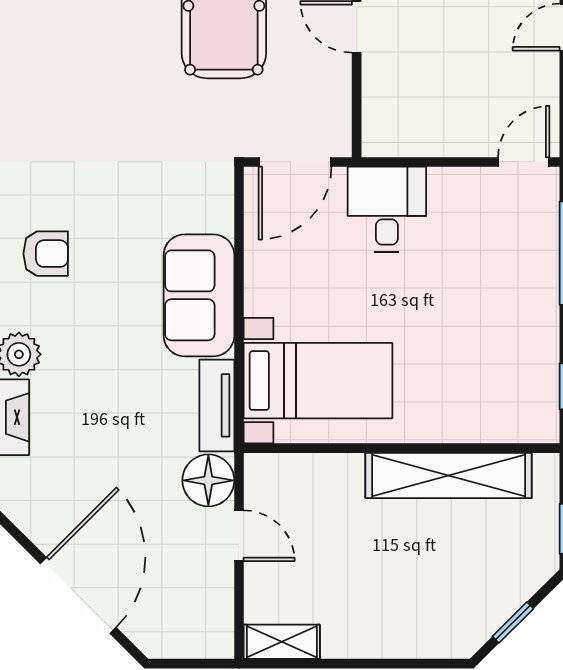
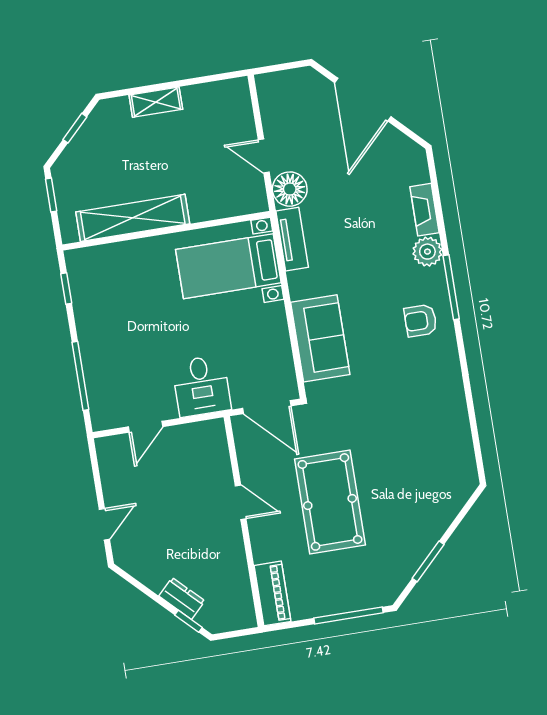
door: (295, 162) -> (267, 407), swing flipped
door: (524, 162) -> (145, 427), moved
sofa: (199, 295) -> (320, 338), moved
shelving: (282, 642) -> (156, 102), moved

